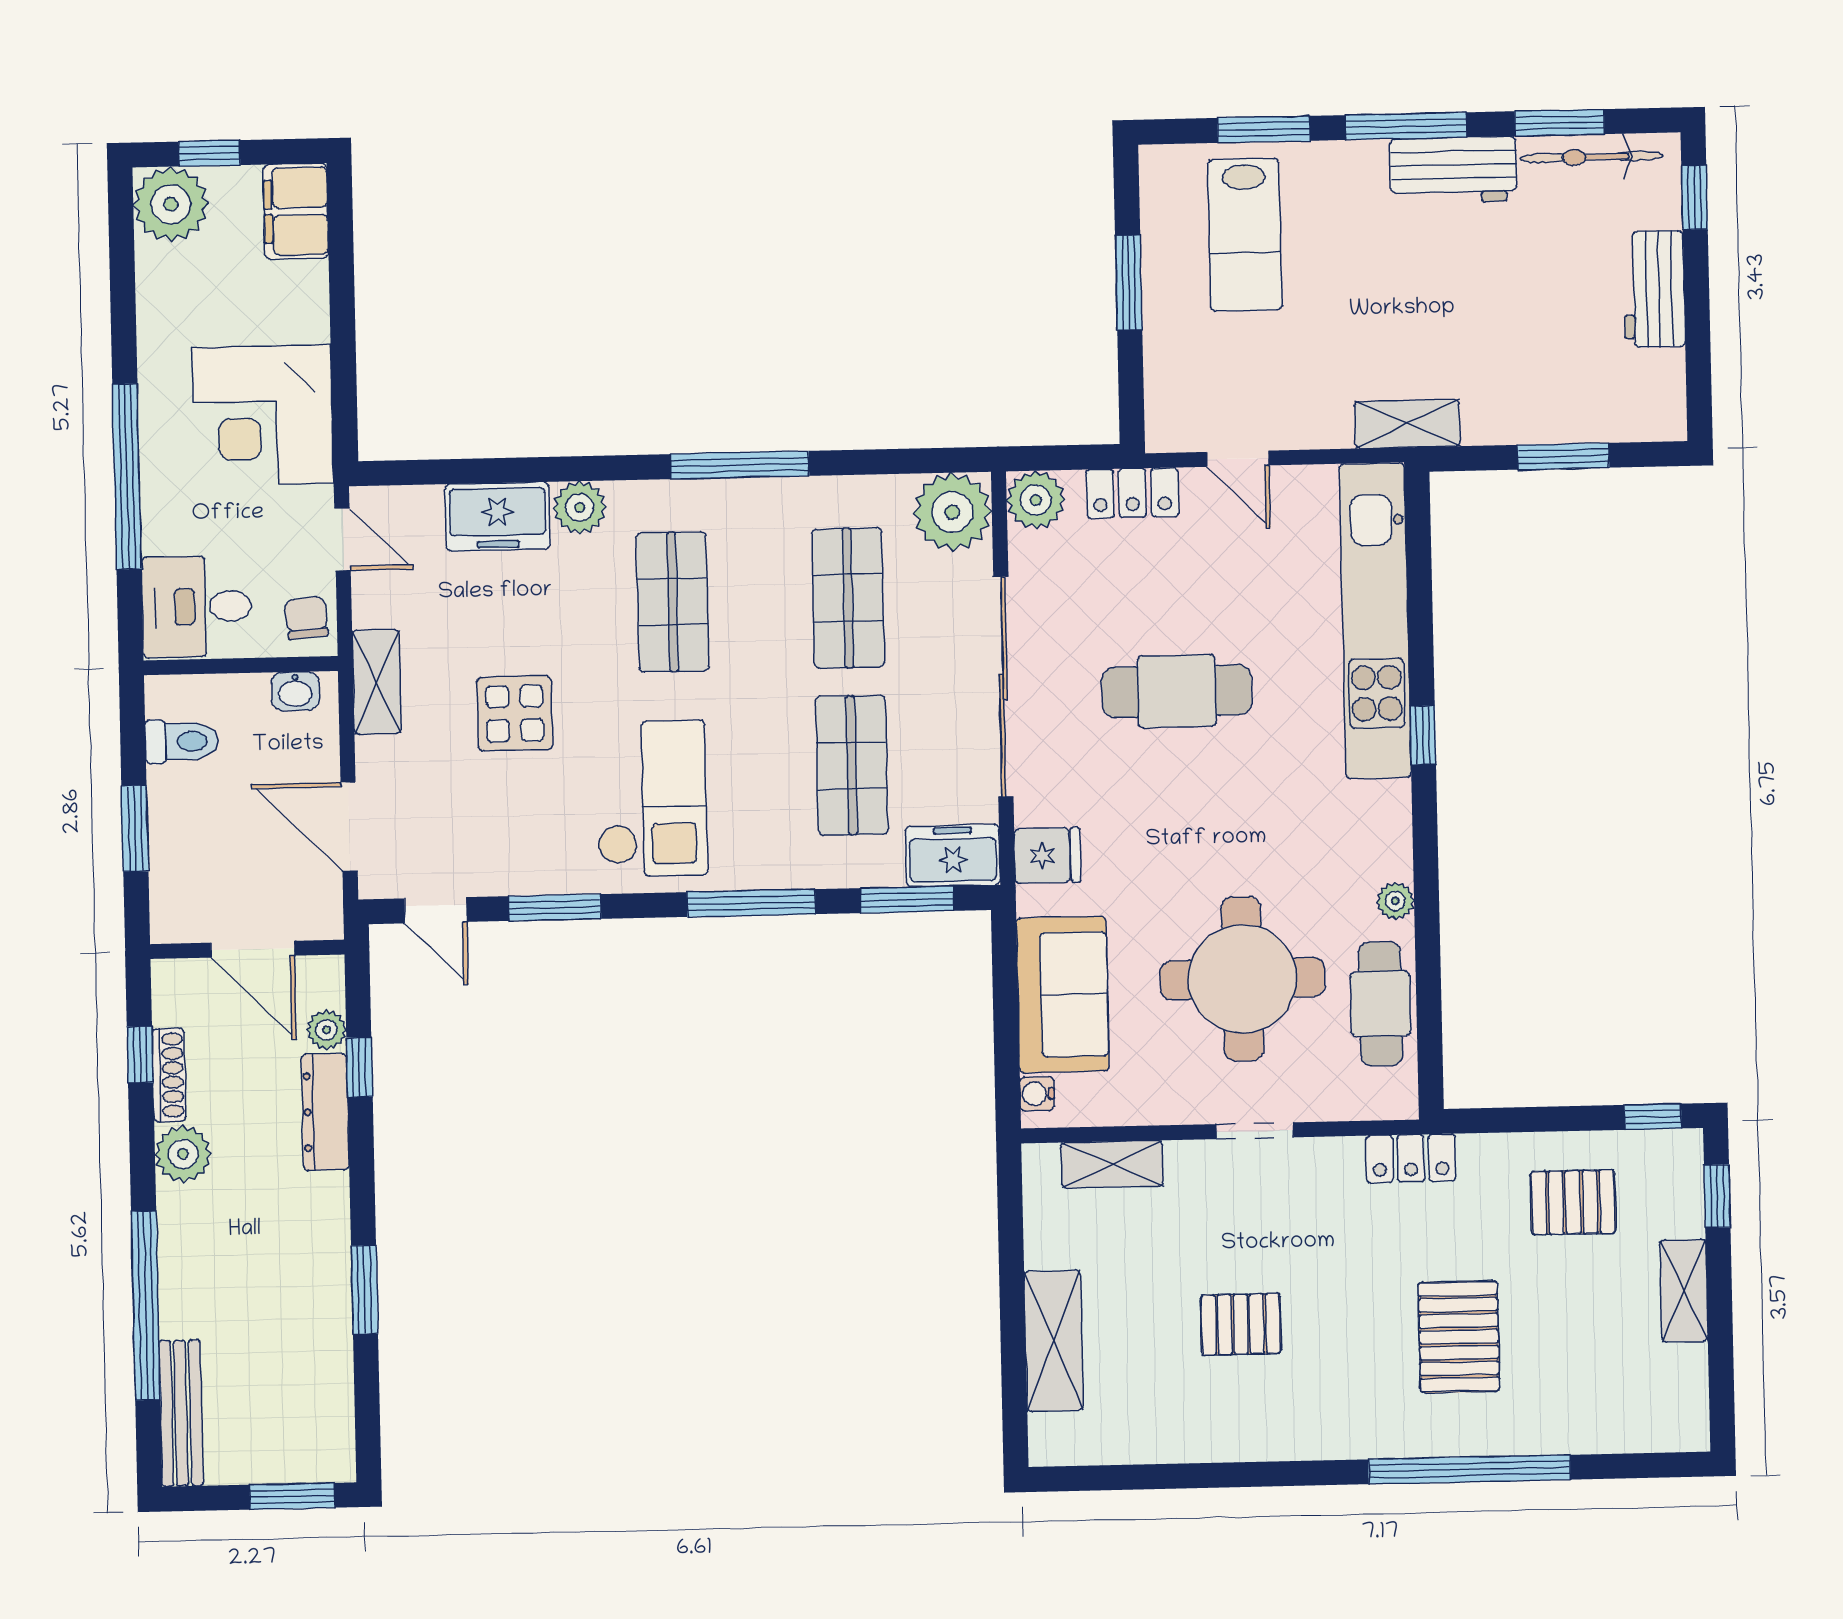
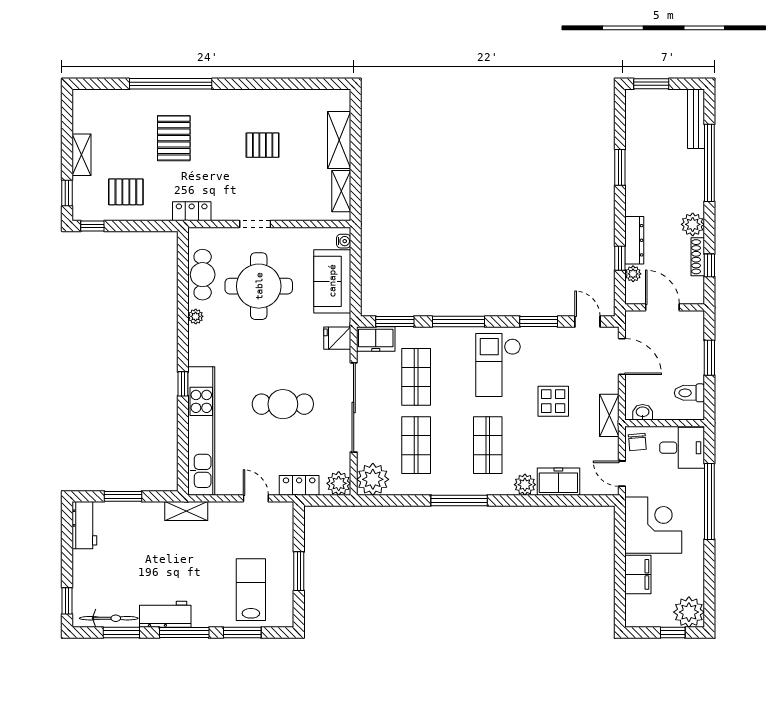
filing cabinet: (296, 211) -> (638, 574), moved
workbench: (1654, 289) -> (84, 525), moved
shelving: (1112, 1164) -> (341, 191), moved, turned 90

